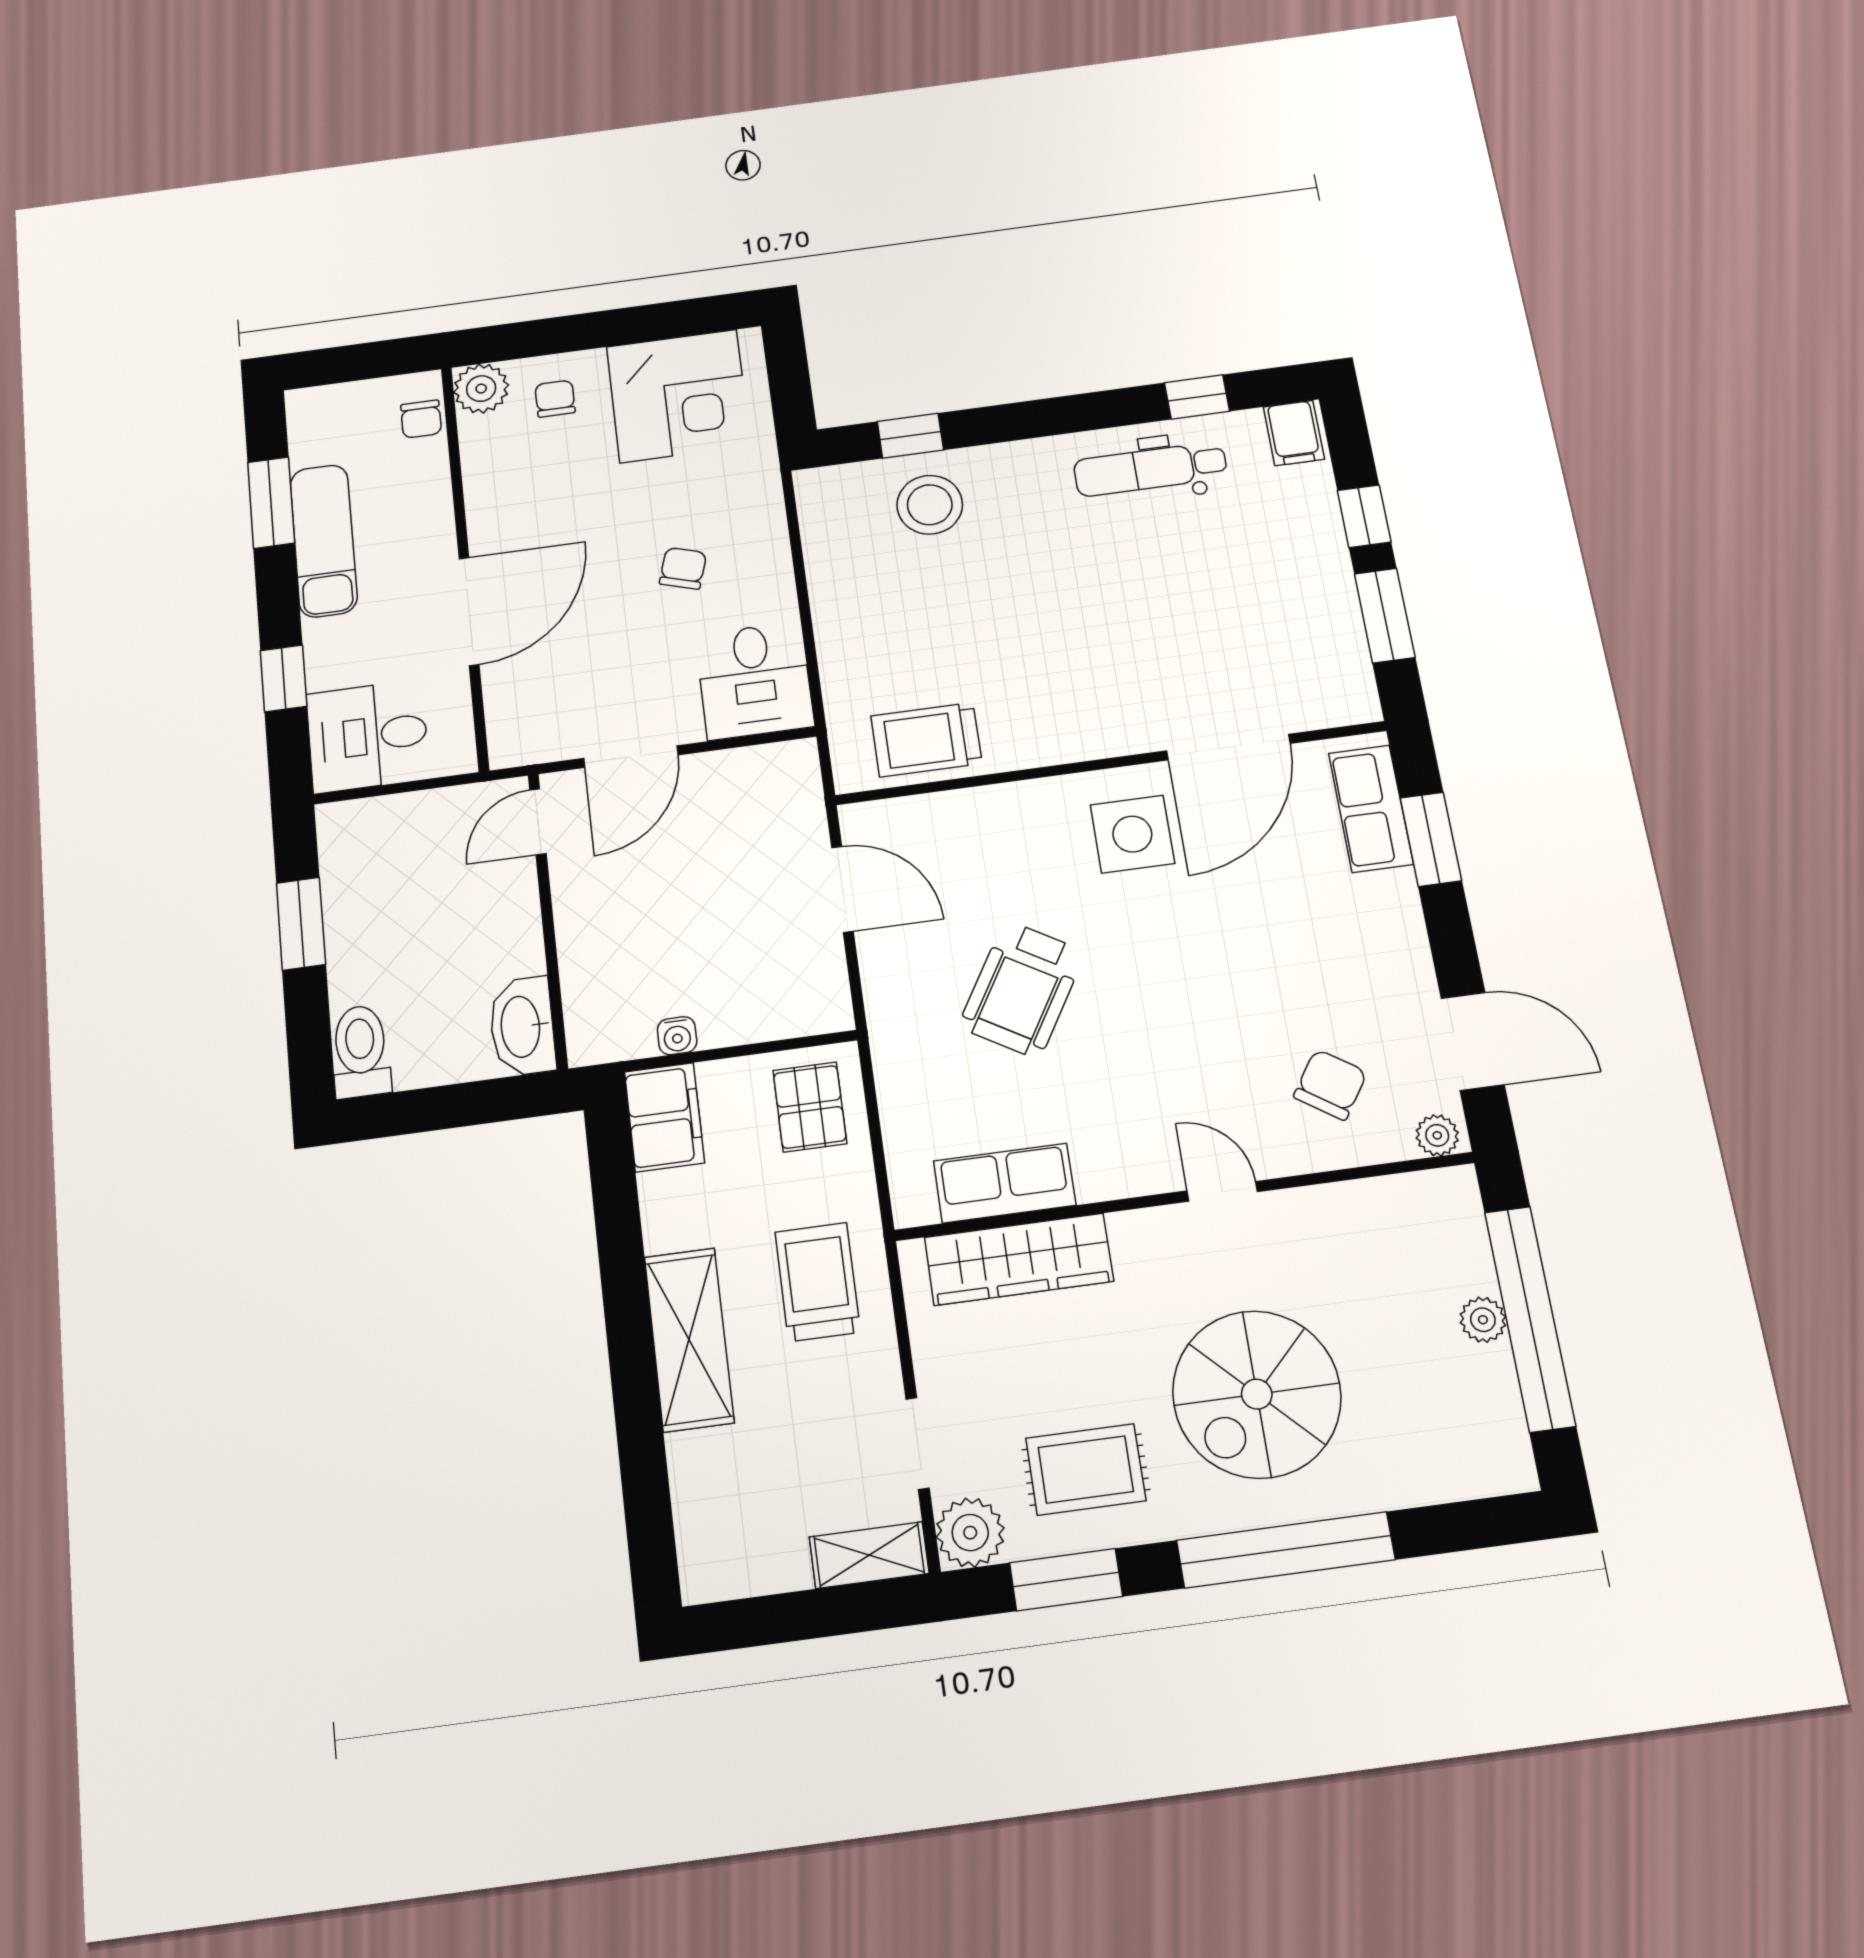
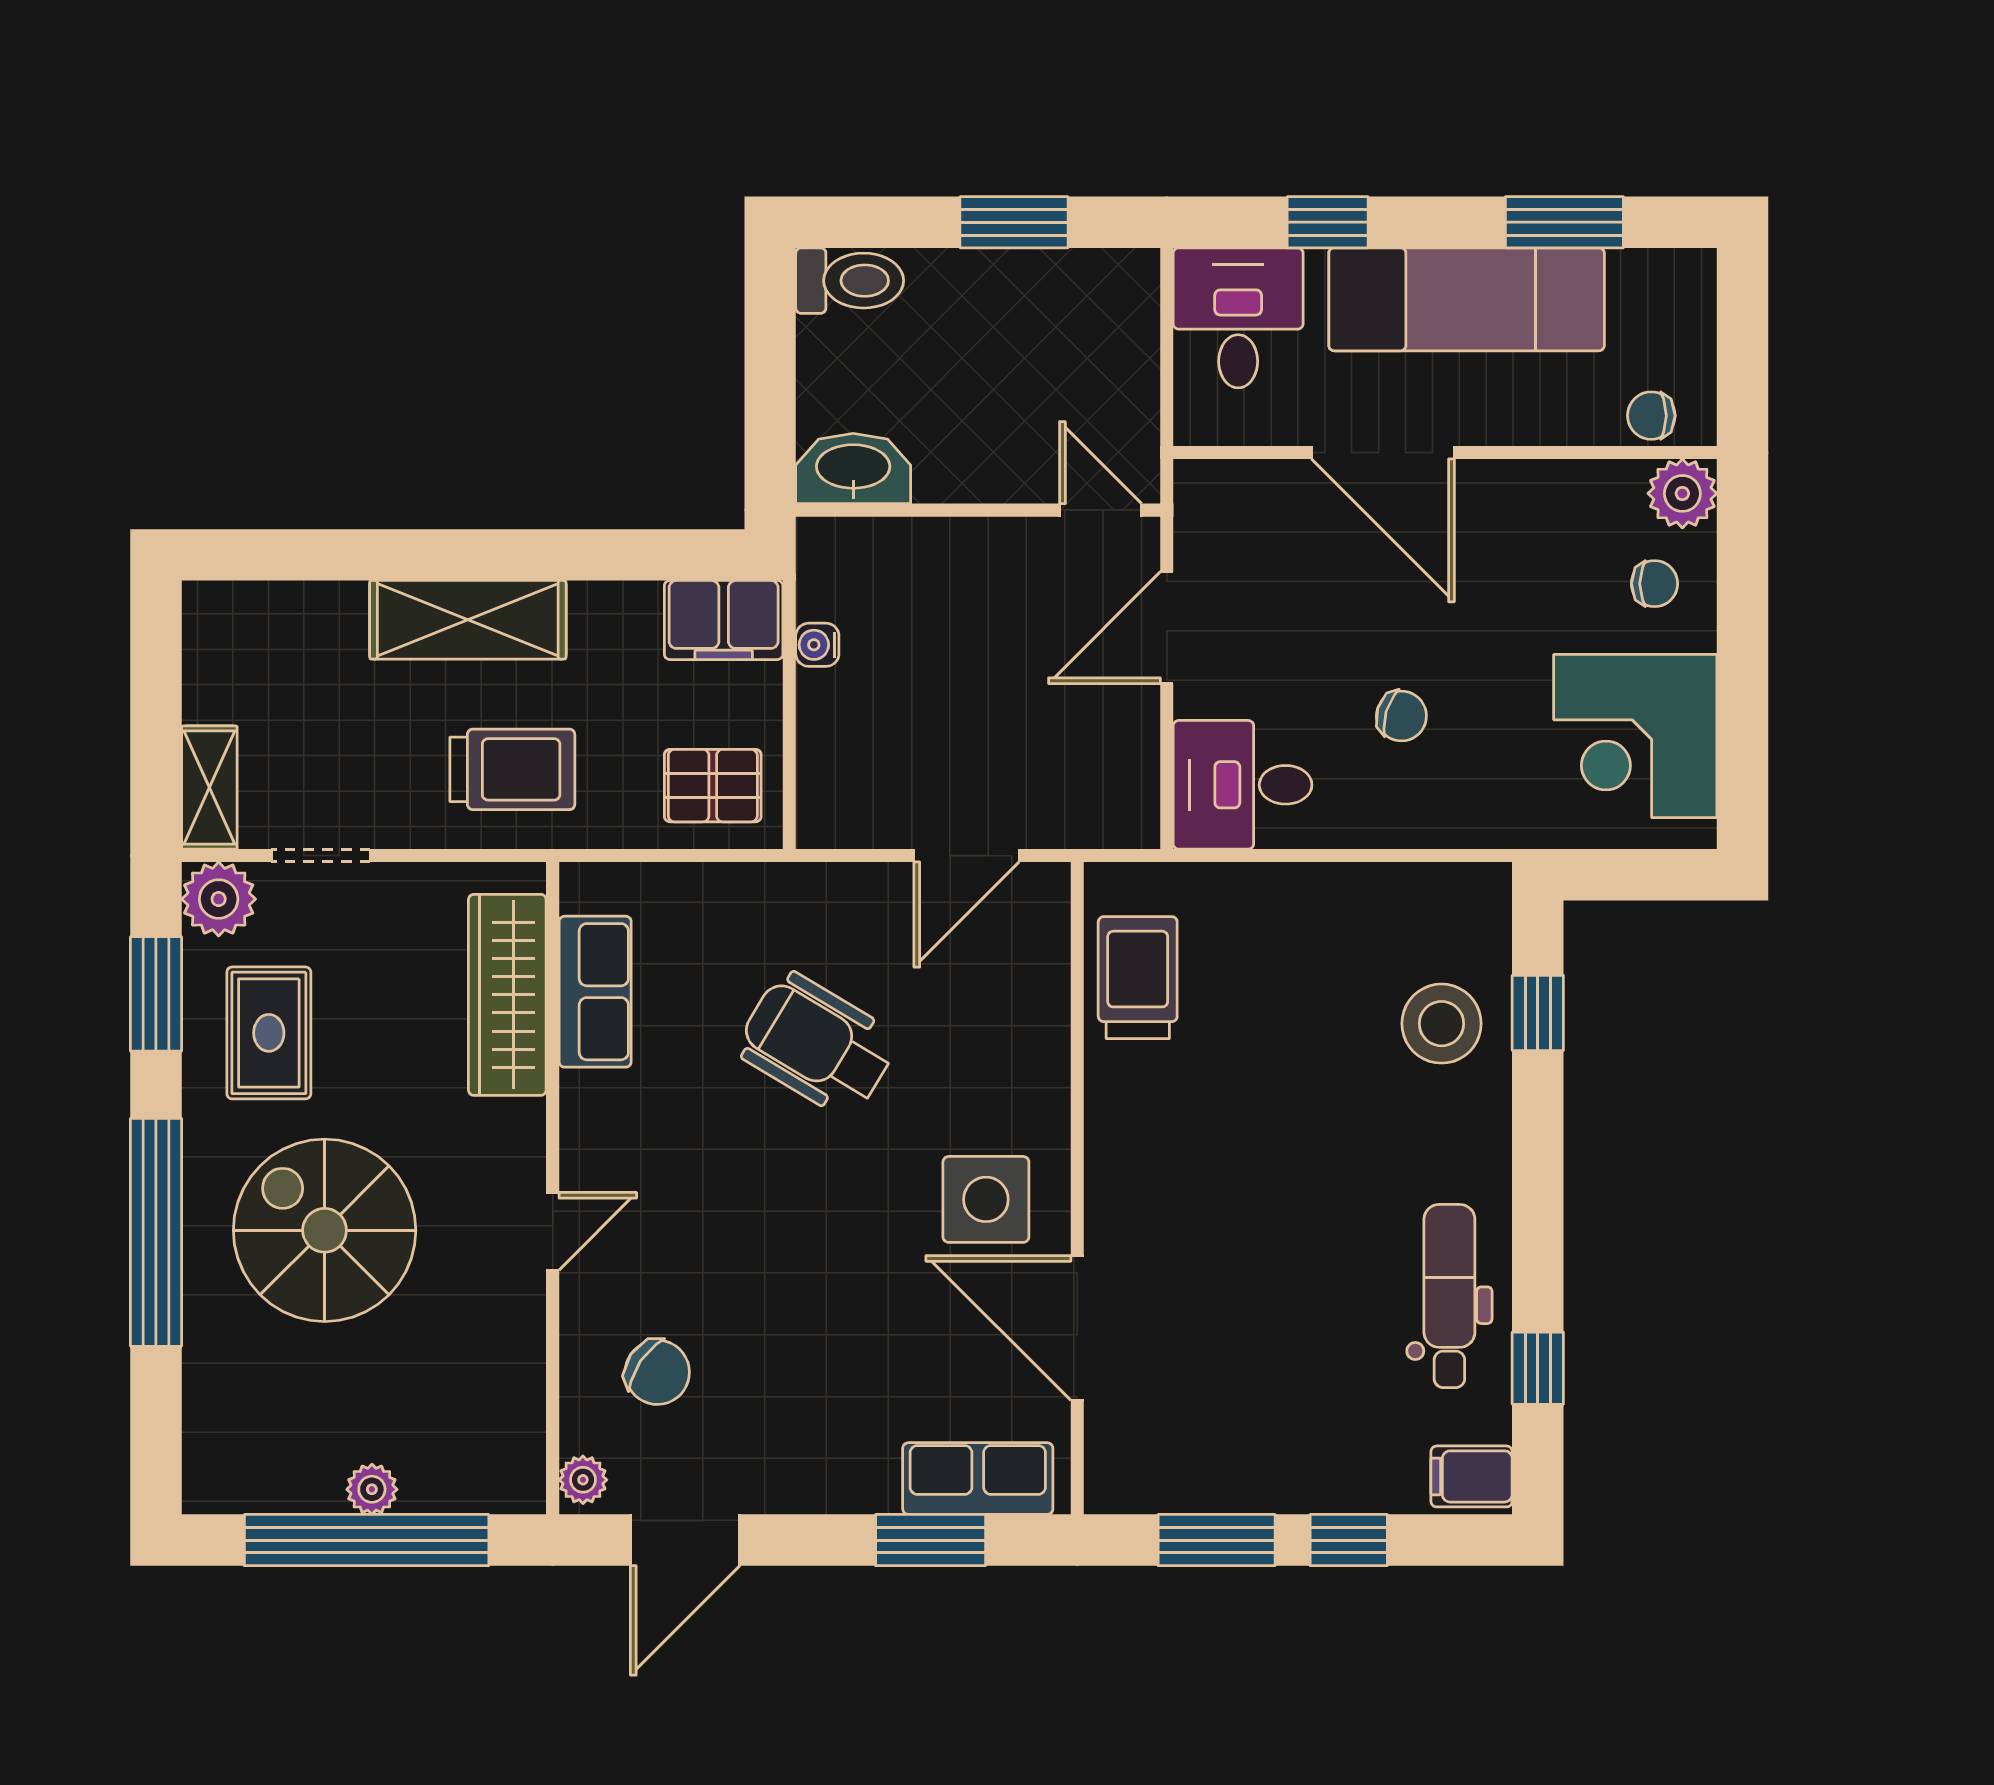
exam couch: (324, 541) -> (1467, 299), width x1.36, depth x1.45
door: (631, 757) -> (1167, 628), hinge flipped

